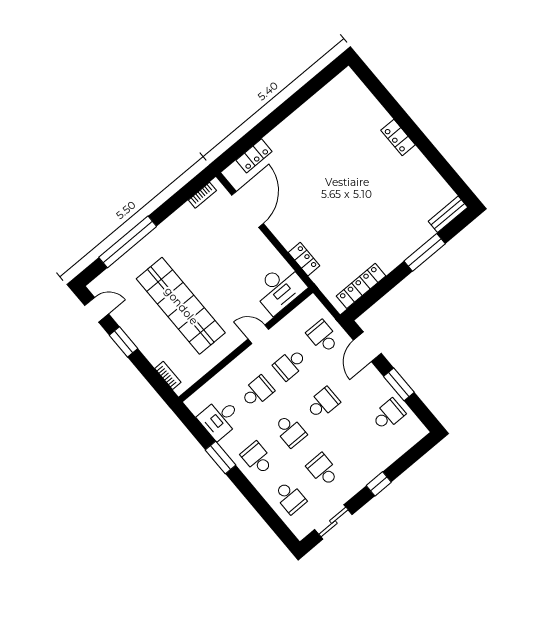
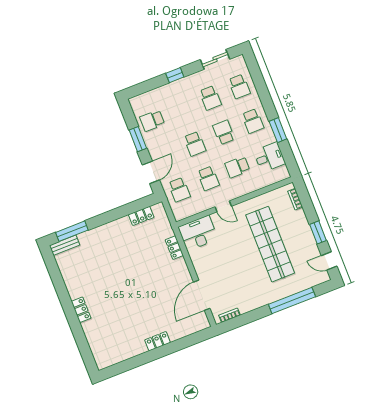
locker: (254, 156) -> (158, 341), moved
window: (425, 252) -> (72, 231), moved
locker: (361, 286) -> (141, 216), width x0.66
school desk: (290, 364) -> (208, 178), turned 90
school desk: (323, 403) -> (195, 144), turned -90
school desk: (290, 497) -> (239, 86), turned 180

